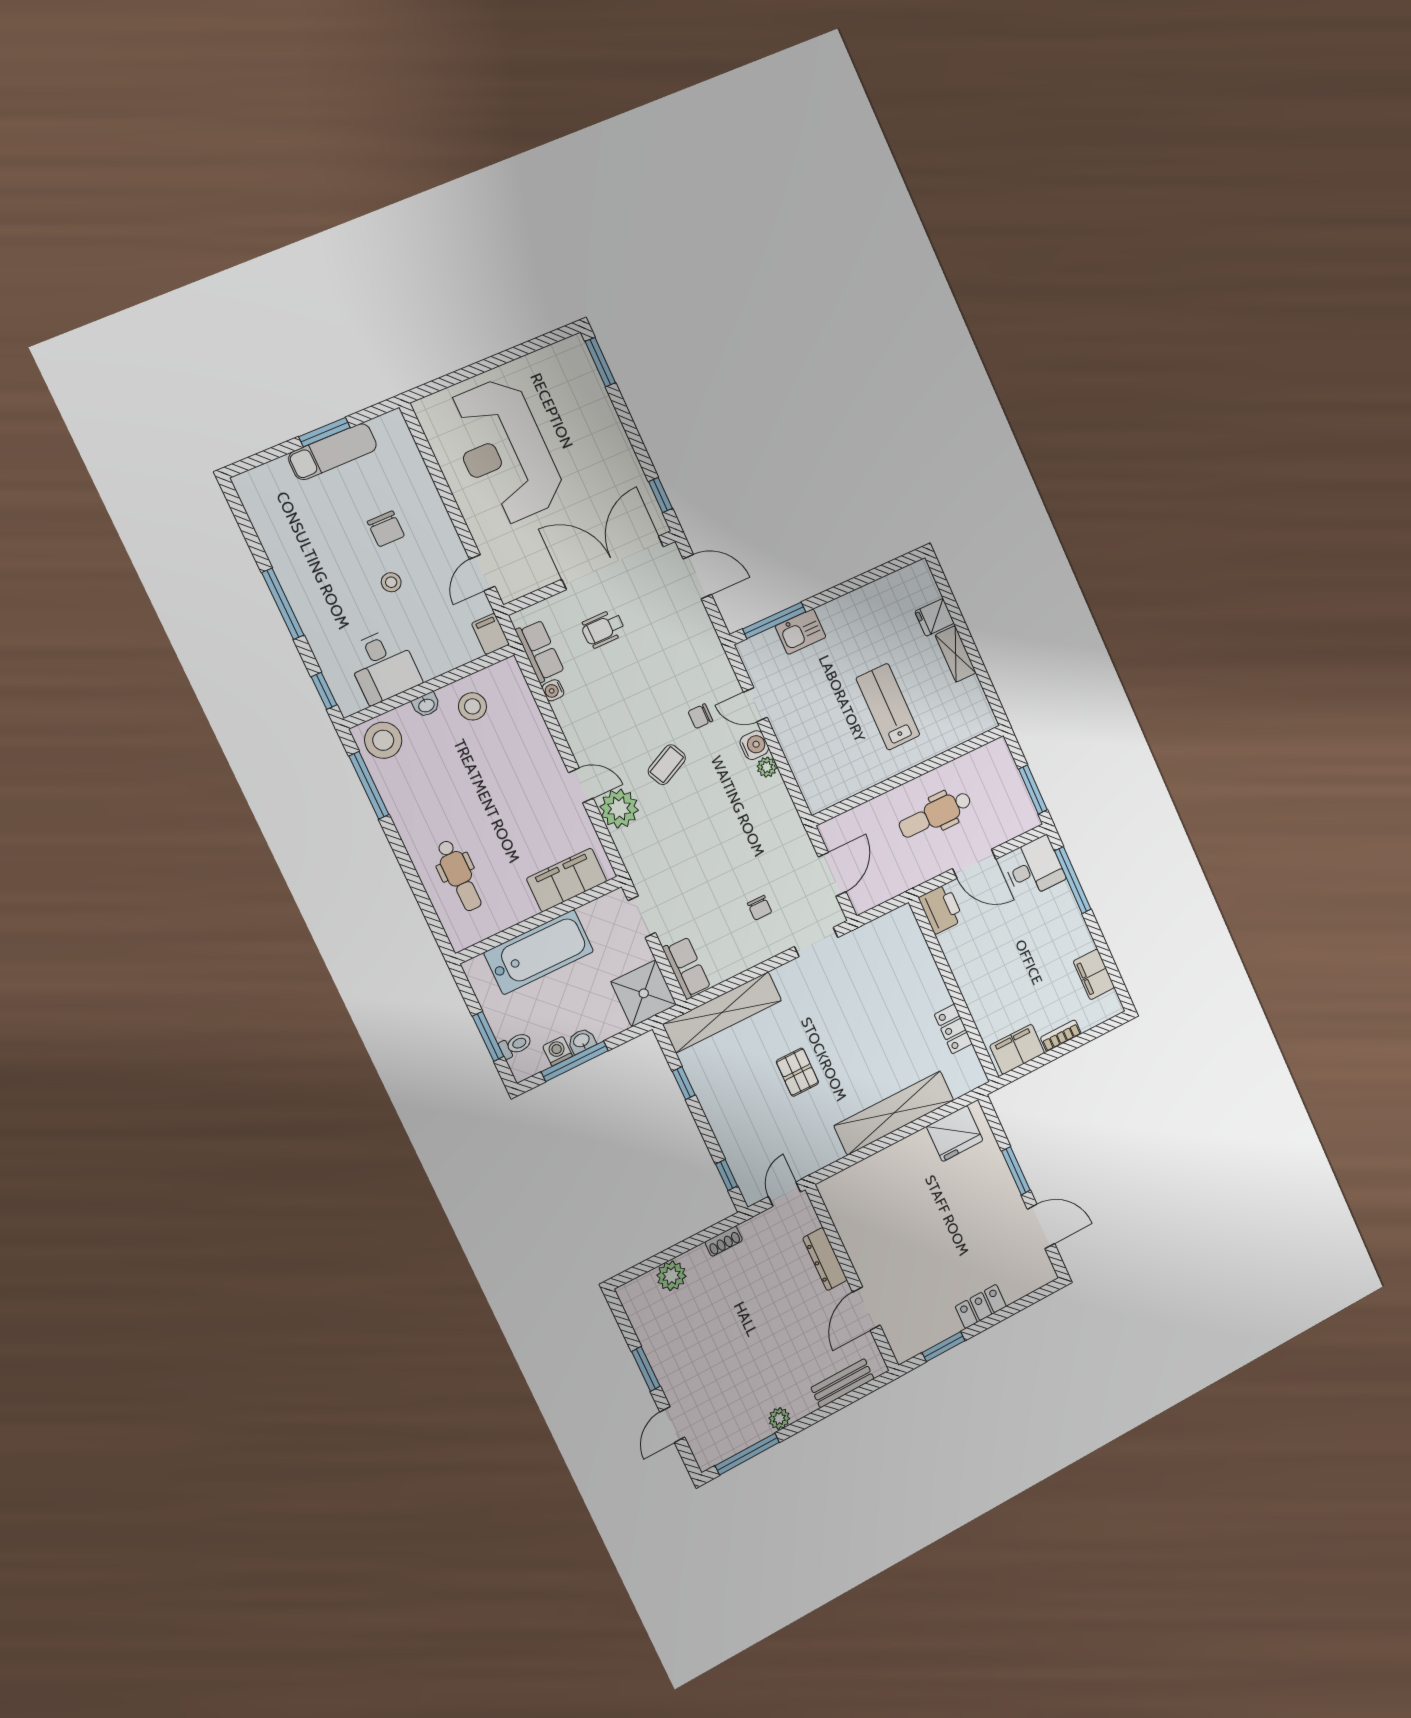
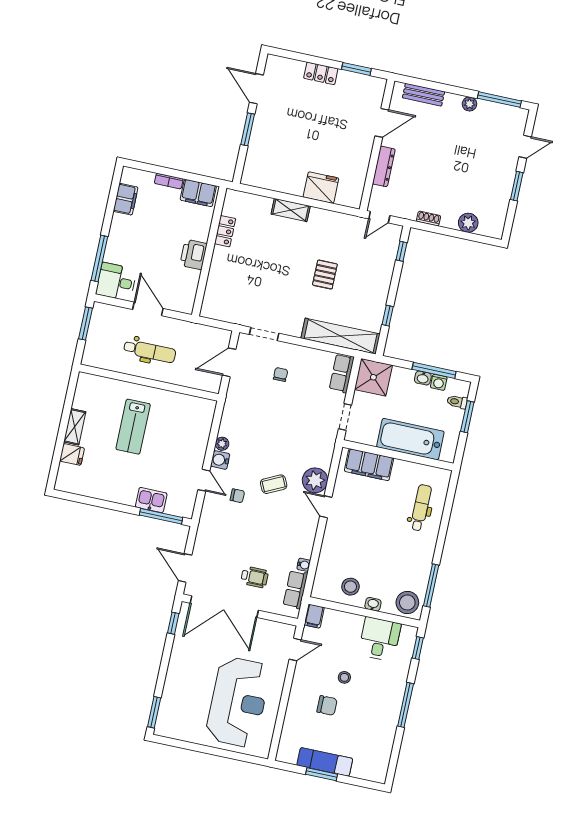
chair: (386, 529) -> (327, 706), turned 90
printer: (941, 909) -> (194, 254), moved
shelving: (894, 1113) -> (291, 210), width x0.45, depth x0.75
fridge: (955, 1133) -> (321, 188), moved

